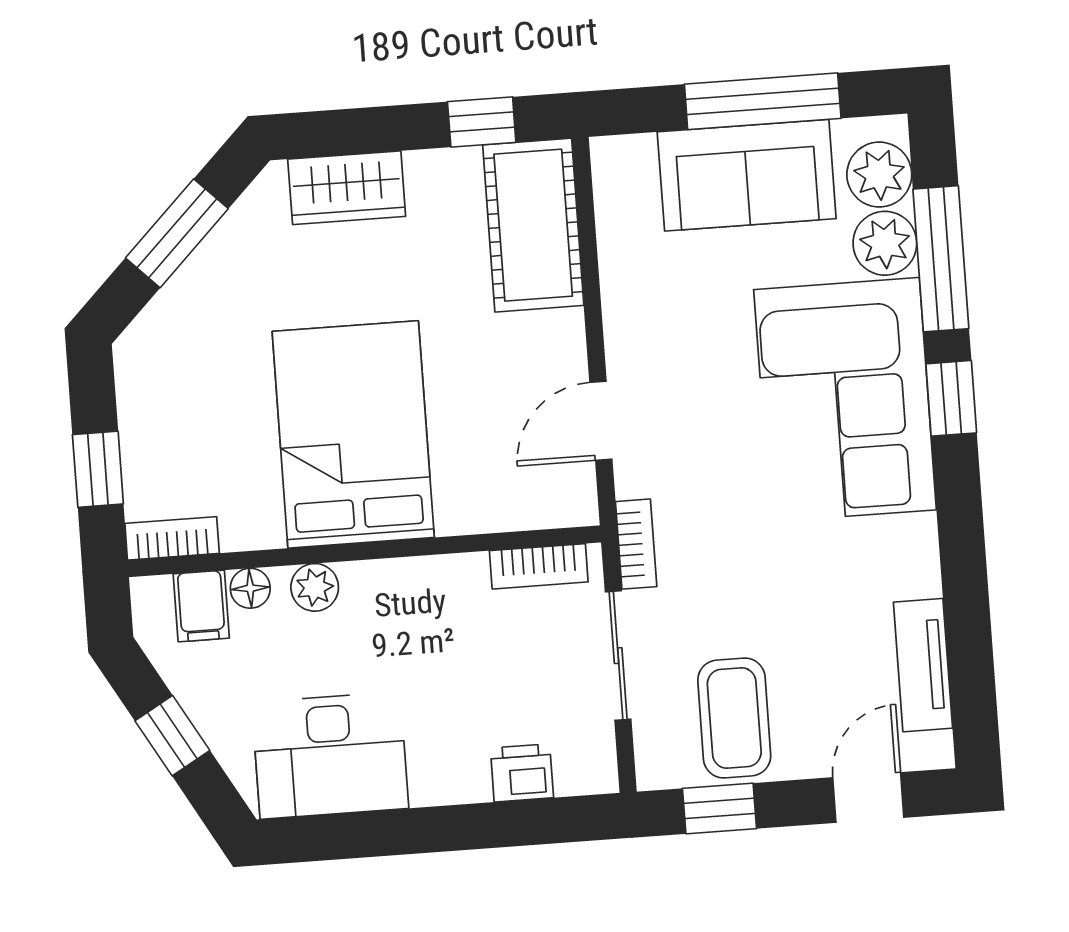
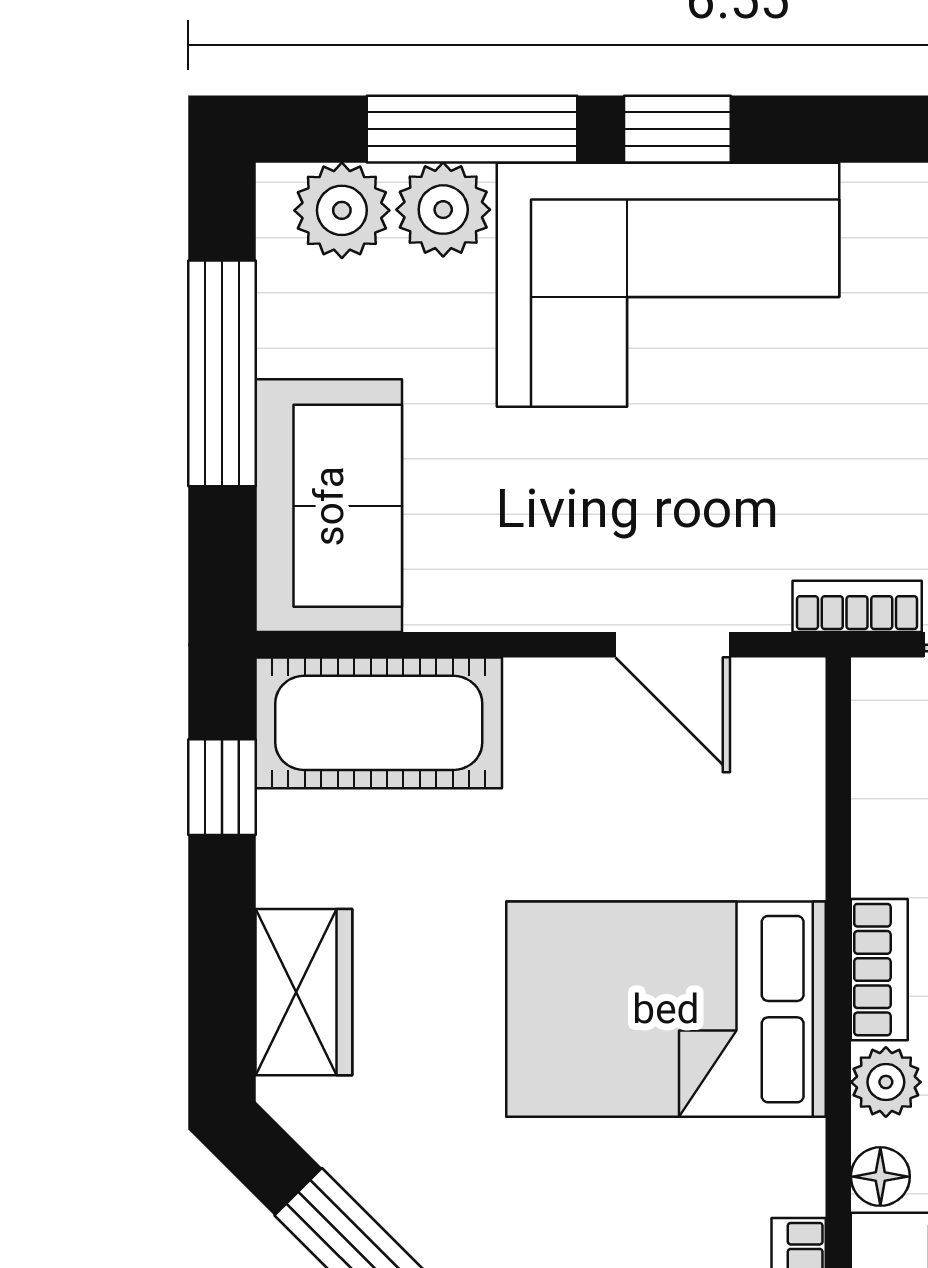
sofa: (747, 175) -> (329, 506), moved
bookcase: (539, 566) -> (879, 970), moved

